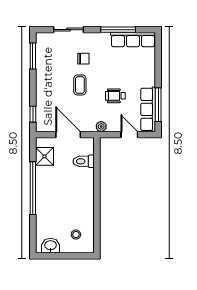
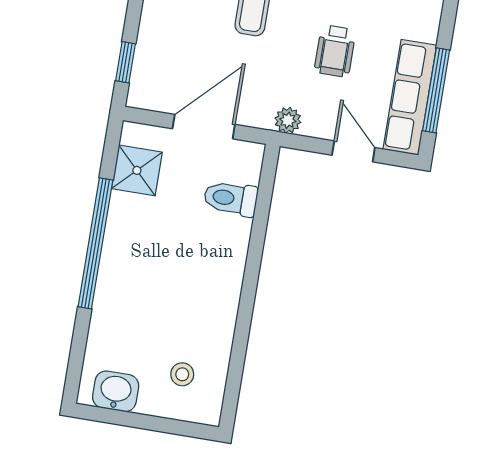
wheelchair: (115, 96) -> (335, 51), turned -90
door: (68, 135) -> (204, 127), hinge flipped

